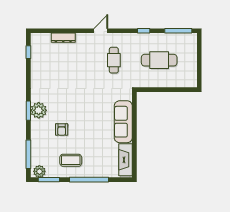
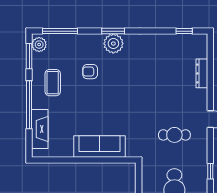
fireplace: (126, 160) -> (40, 129), moved, turned 90

